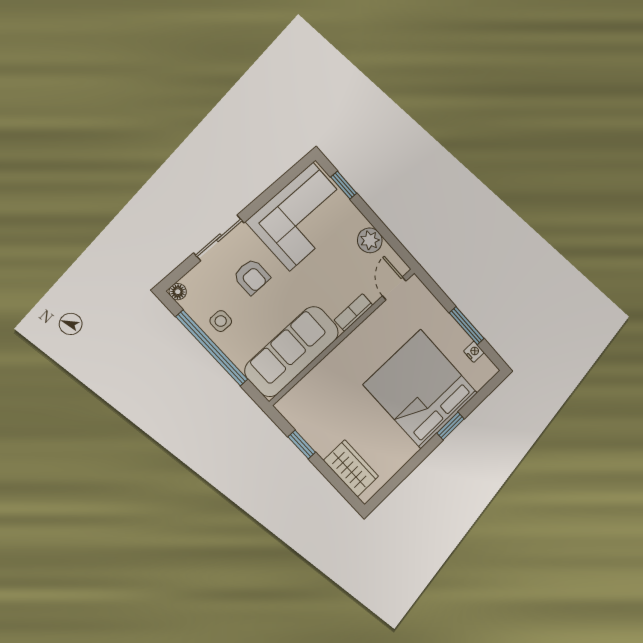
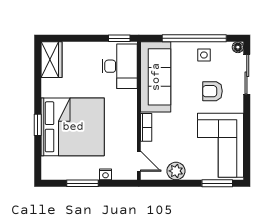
window: (344, 185) -> (217, 183), width x1.50
sliding door: (219, 238) -> (247, 74), moved
nightstand: (474, 352) -> (106, 174), moved
desk: (315, 399) -> (120, 66), added
window: (302, 444) -> (119, 38), moved
wardrobe: (351, 468) -> (51, 60), moved, turned -90

